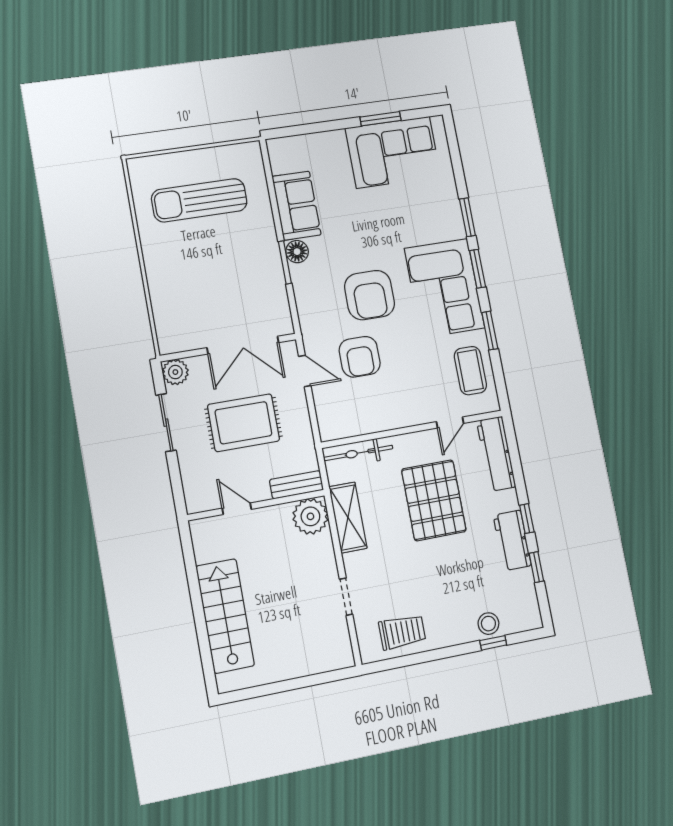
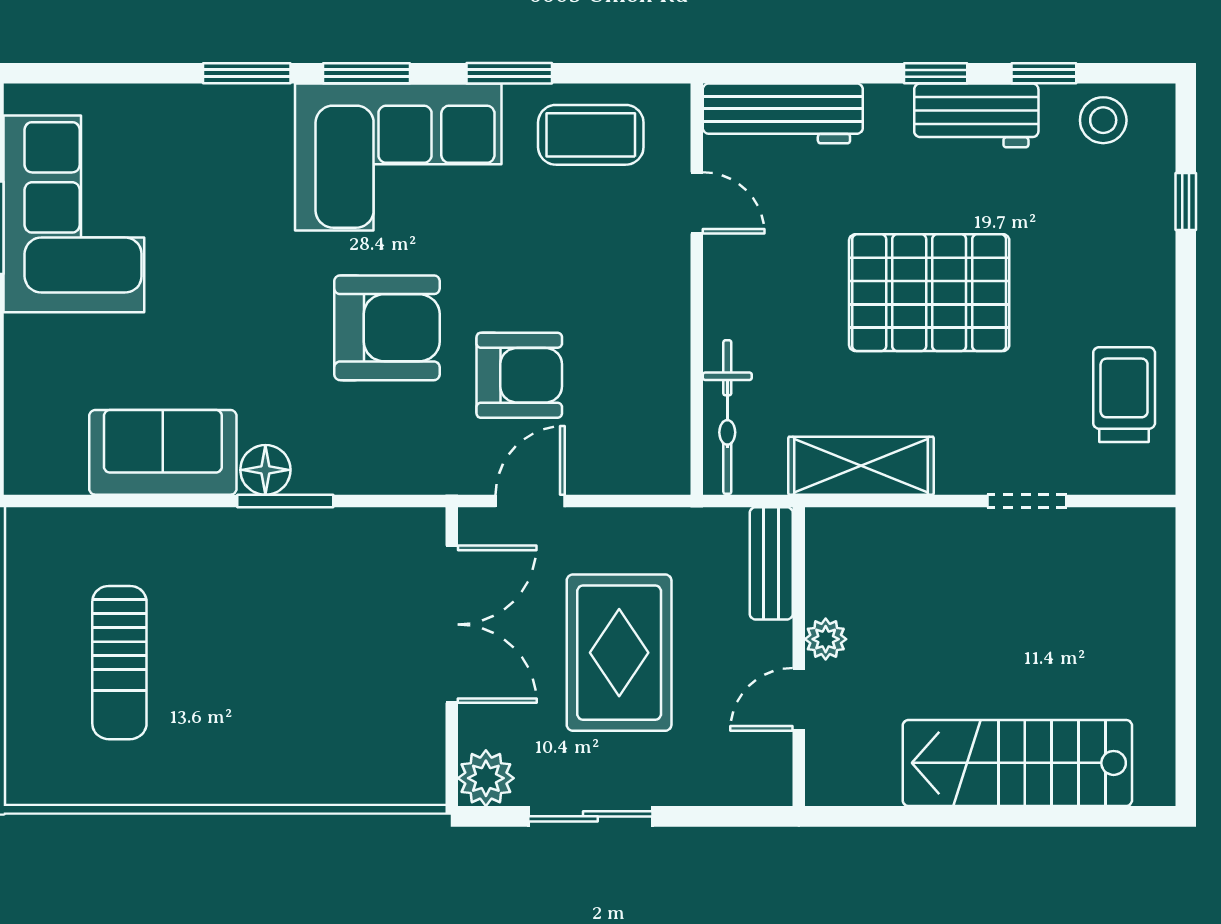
sun lounger: (199, 200) -> (119, 663), width x0.73, depth x0.75
pallet: (434, 500) -> (929, 293), moved
plant: (310, 516) -> (826, 639), moved, width x0.53, depth x0.53
stool: (488, 624) -> (1103, 120), moved

